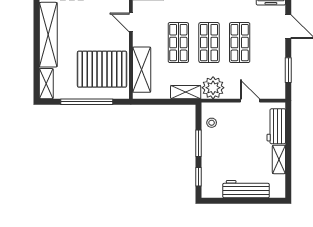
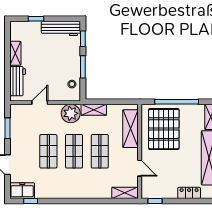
pallet: (102, 69) -> (164, 129), turned 90
door: (250, 101) -> (40, 103), swing flipped
workbench: (246, 189) -> (61, 28), moved
window: (254, 201) -> (36, 19), added

